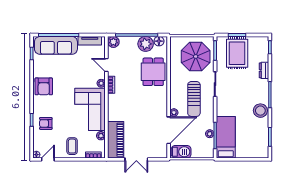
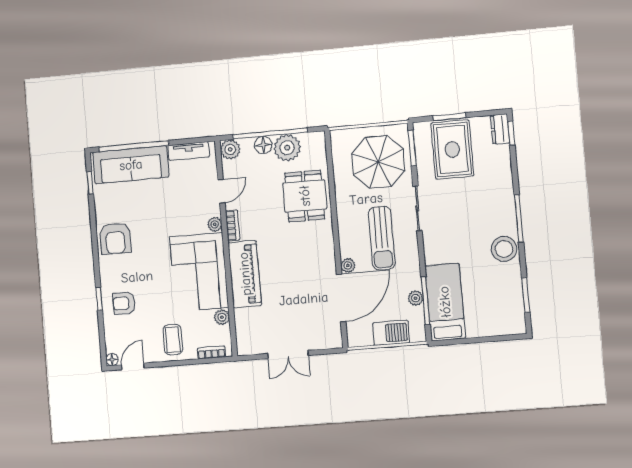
floor lamp: (159, 41) -> (263, 145), moved
door: (106, 65) -> (221, 191), swing flipped
dresser: (264, 70) -> (500, 129), moved
piano: (116, 140) -> (245, 274), moved
barbecue: (181, 152) -> (391, 333), moved

